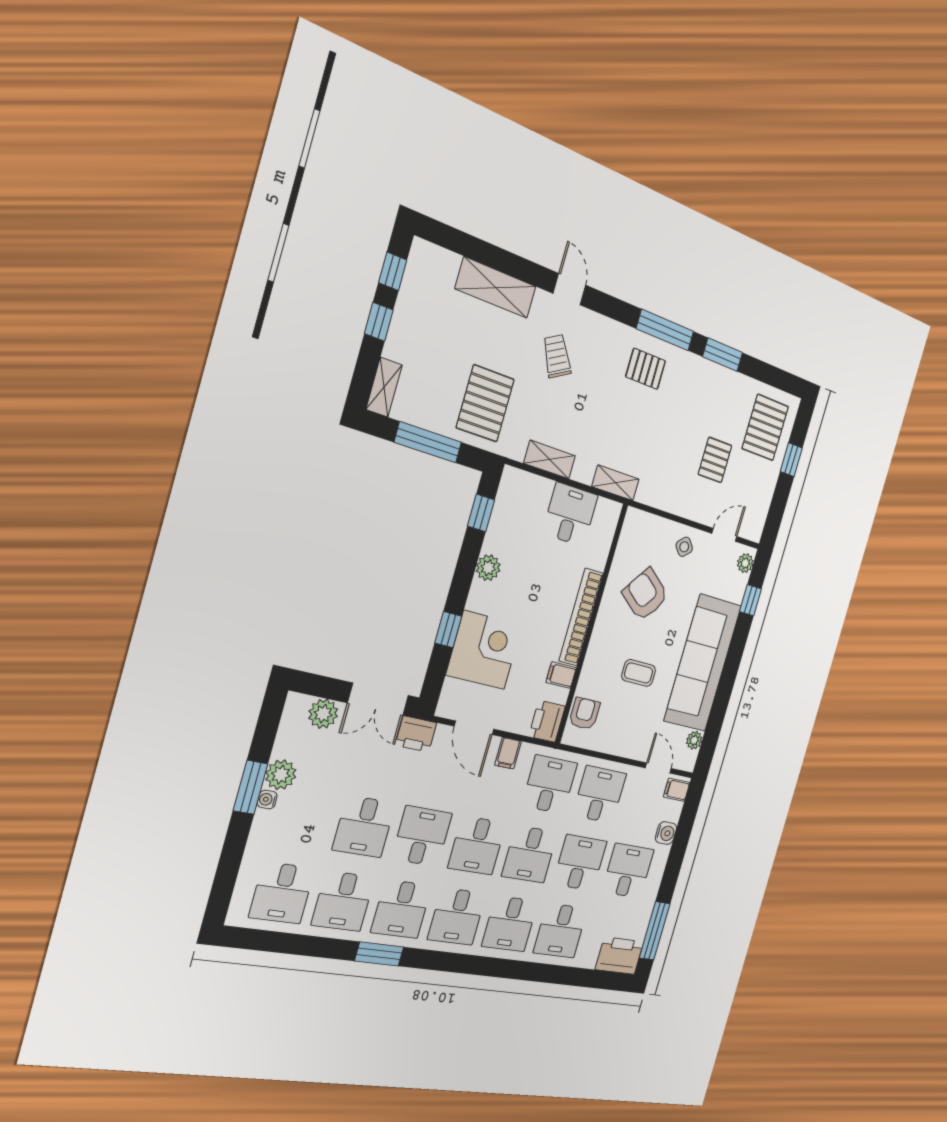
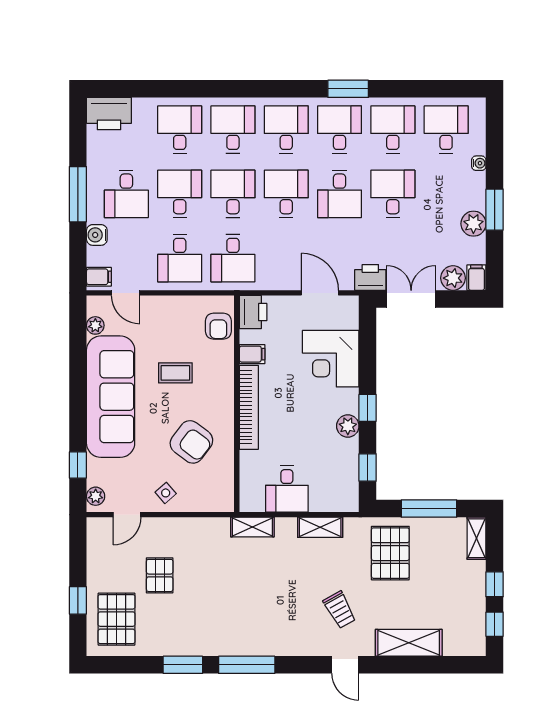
pallet: (646, 369) -> (255, 628), removed
window: (448, 630) -> (368, 408), moved
filing cabinet: (508, 753) -> (476, 278), moved
water cooler: (267, 800) -> (479, 163), moved
desk: (580, 863) -> (180, 194), turned 180
window: (655, 931) -> (78, 194), moved

